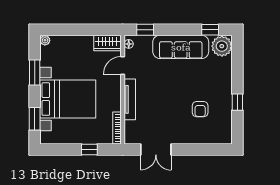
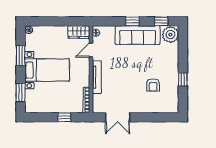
window: (145, 30) -> (132, 21), moved
bed with nightstands: (68, 99) -> (47, 70), width x0.73

